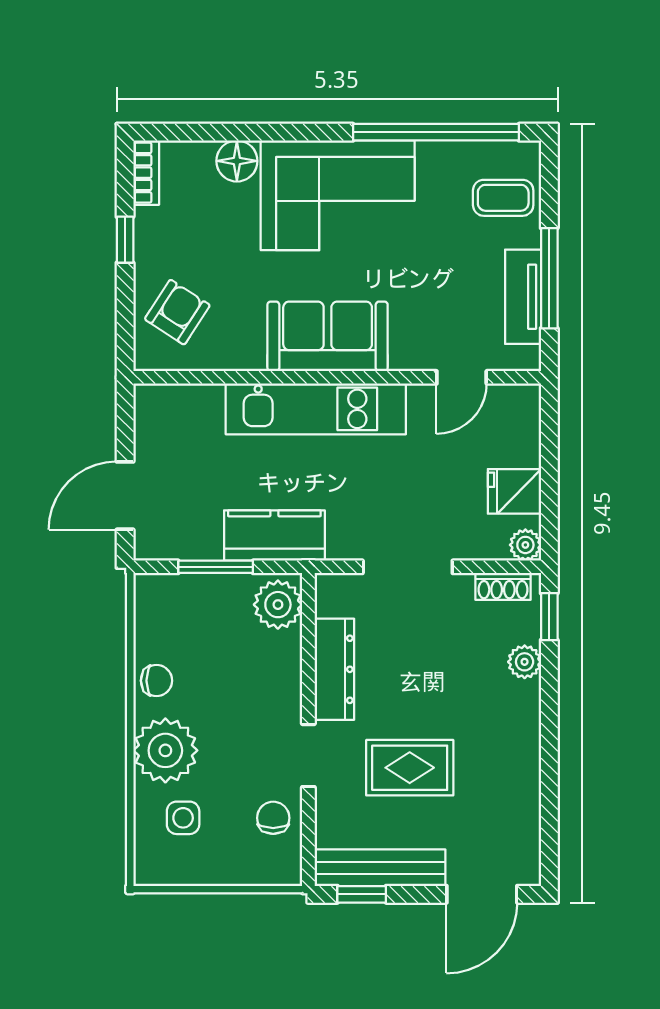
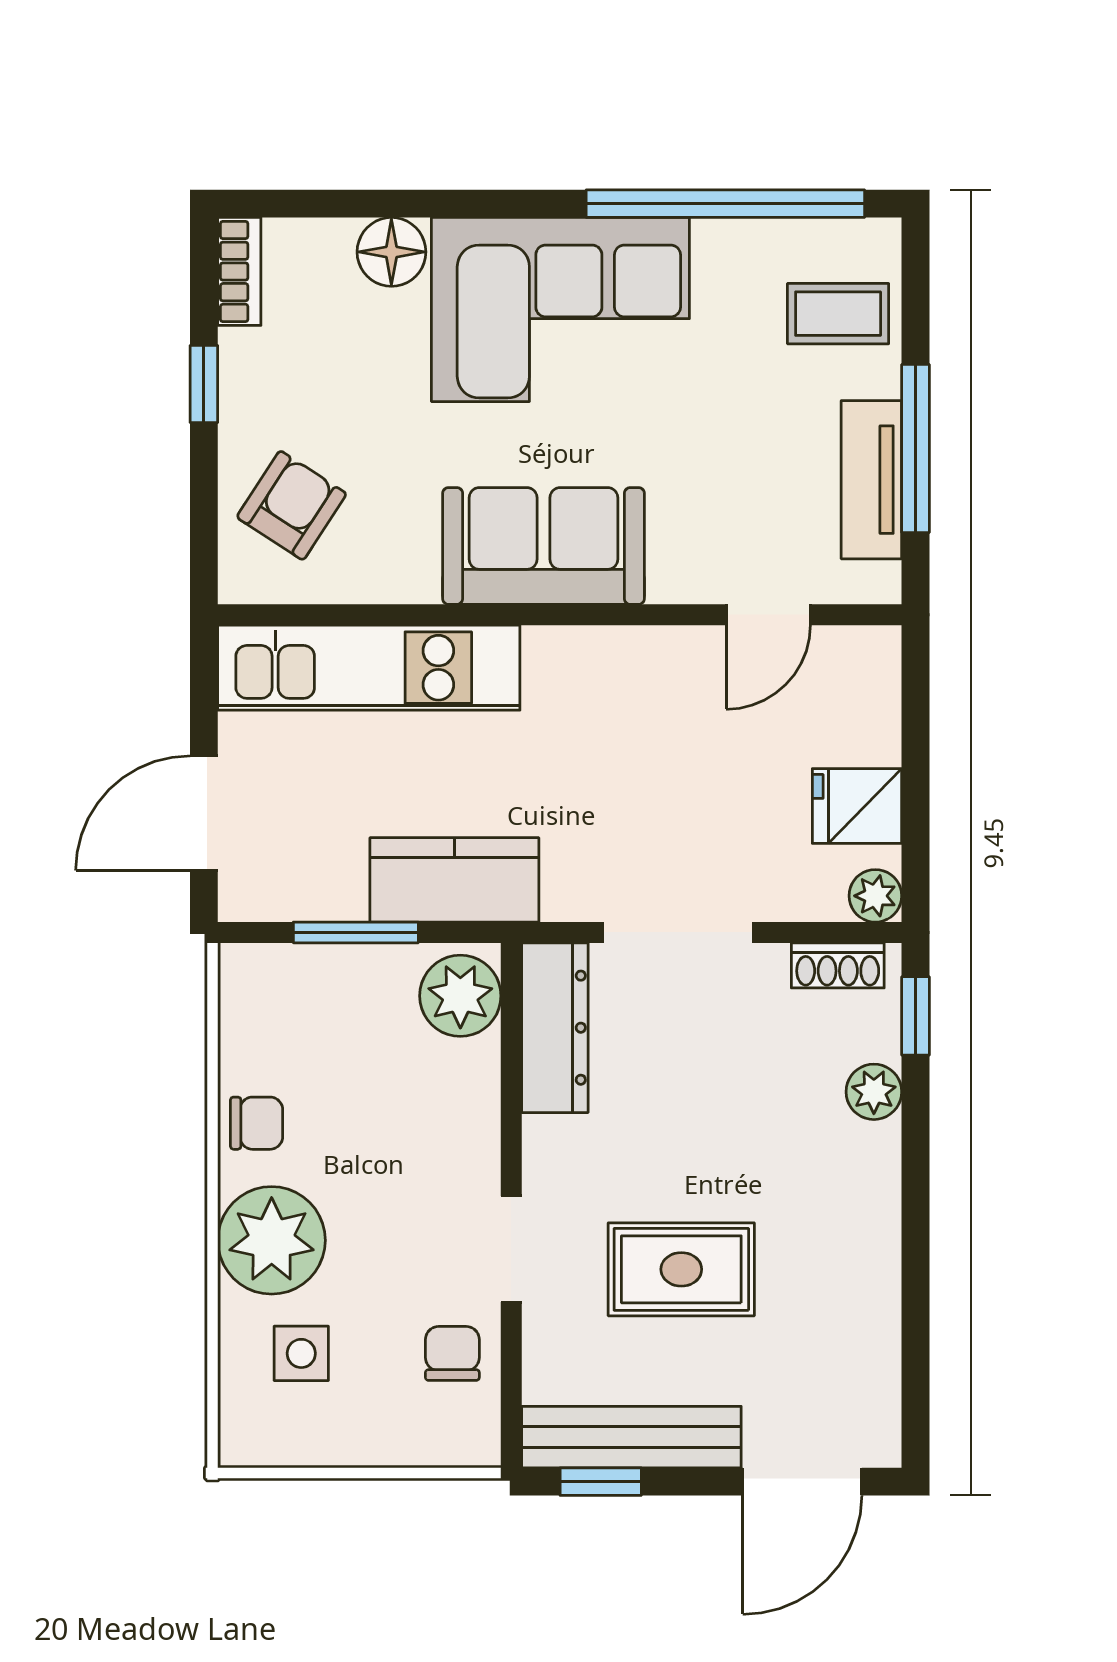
kitchen unit: (316, 409) -> (369, 668), moved
dresser: (334, 669) -> (555, 1028), moved

